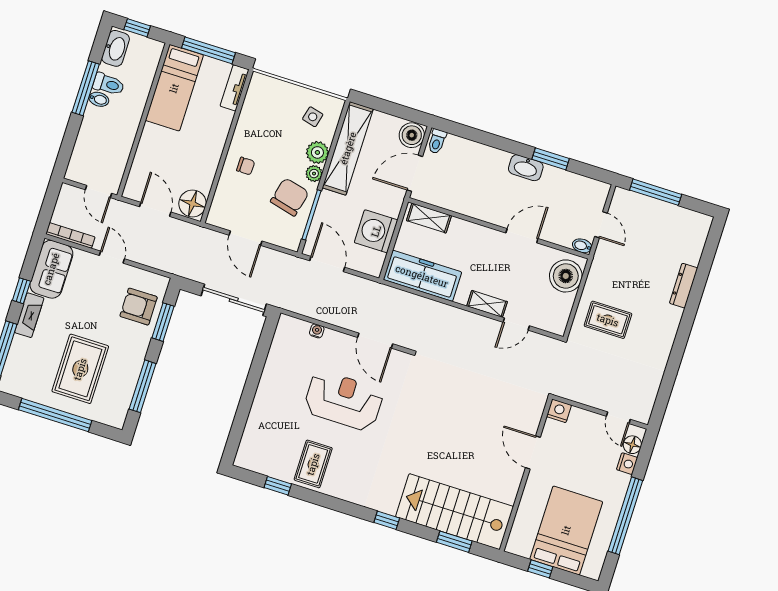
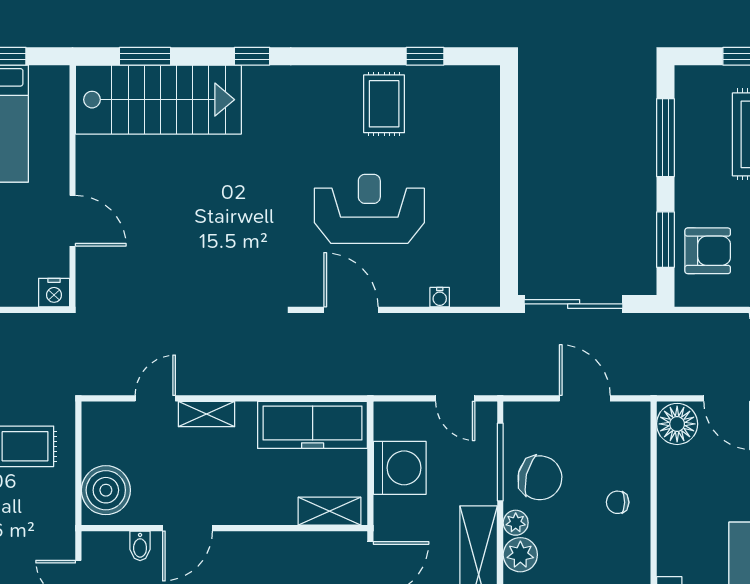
chair: (290, 197) -> (540, 478), turned -90
bidet: (582, 246) -> (140, 546), moved, turned 90
door: (327, 264) -> (455, 398), width x0.73
reception desk: (343, 401) -> (369, 209), turned 180

